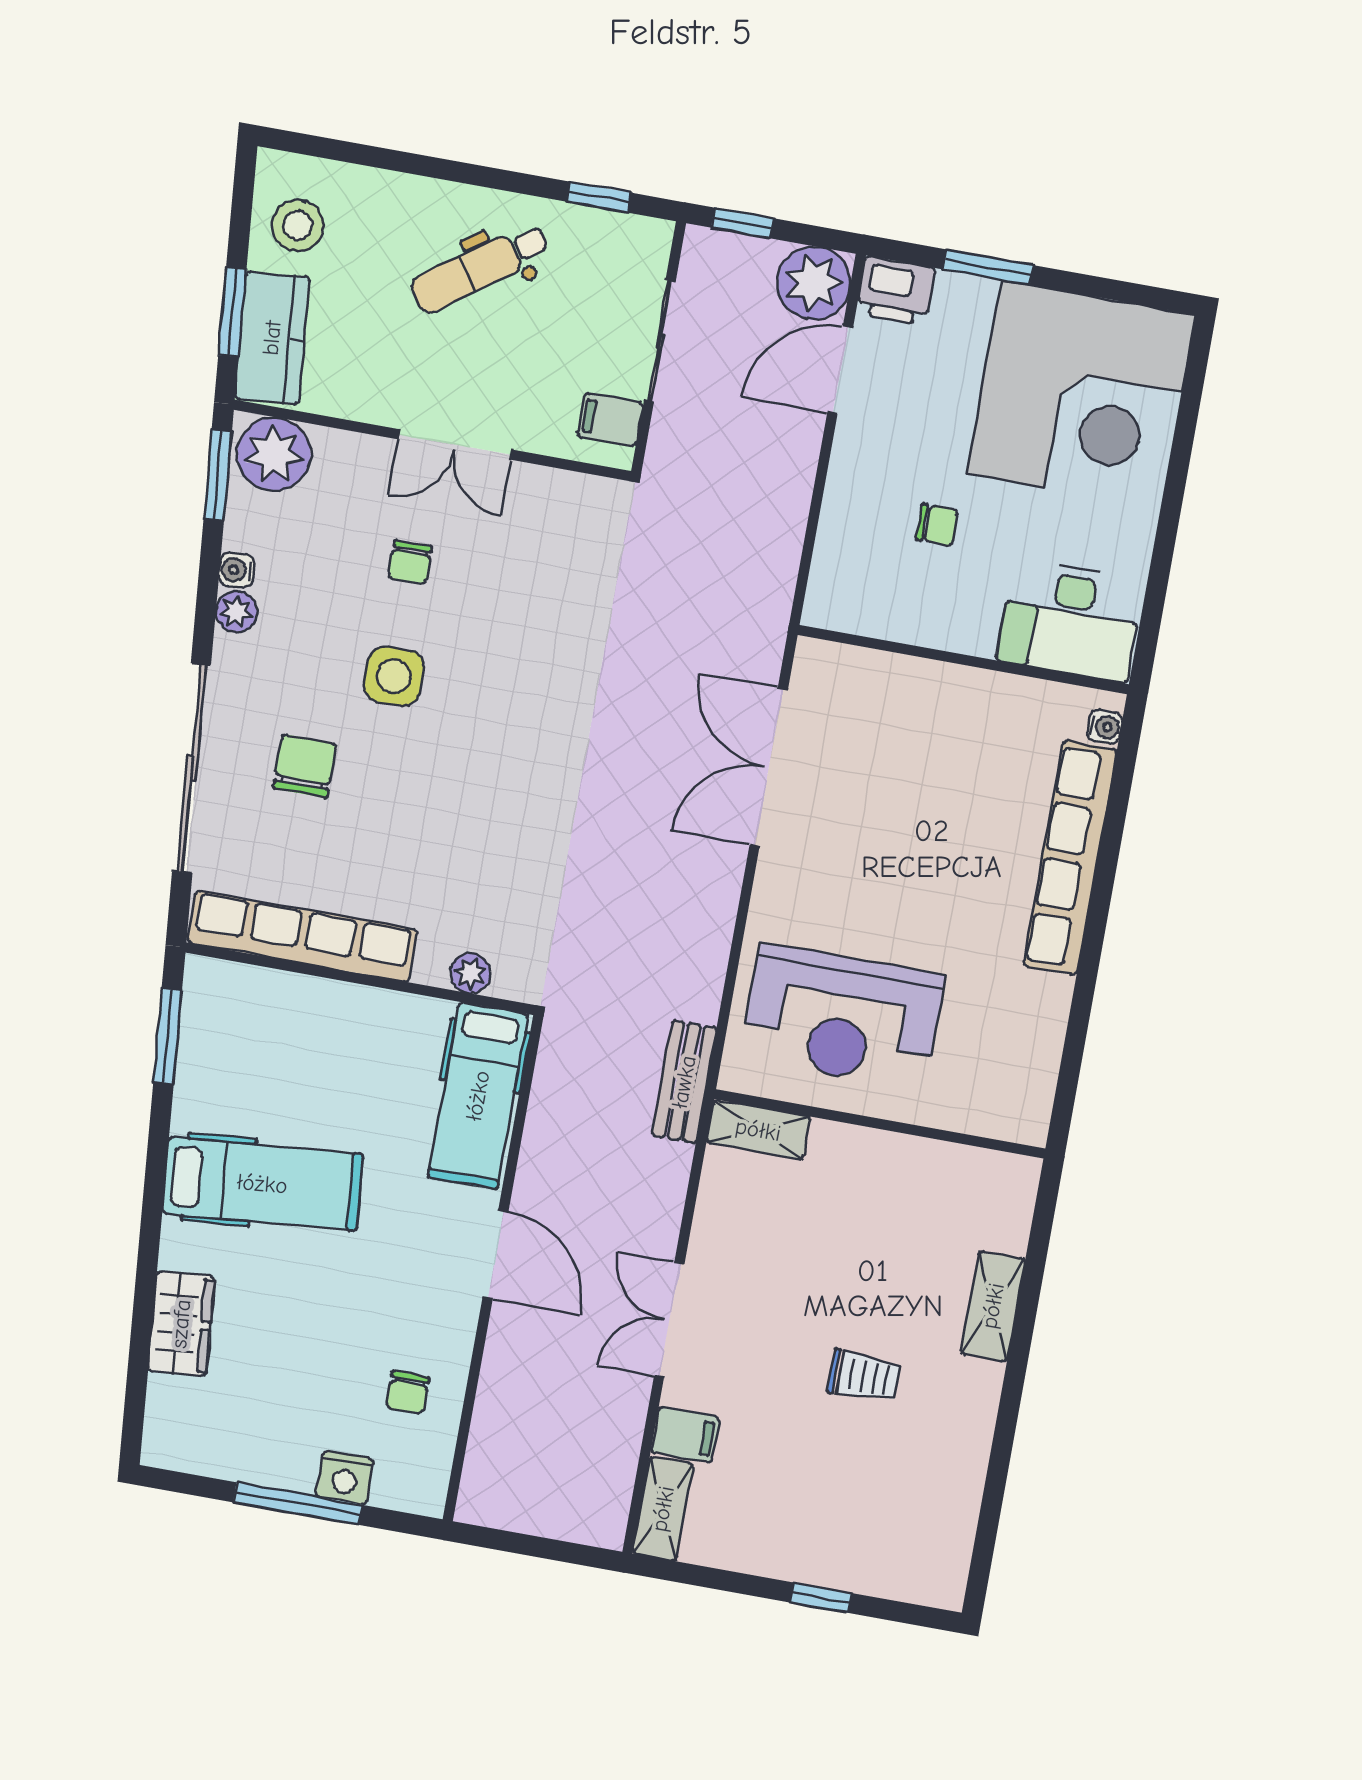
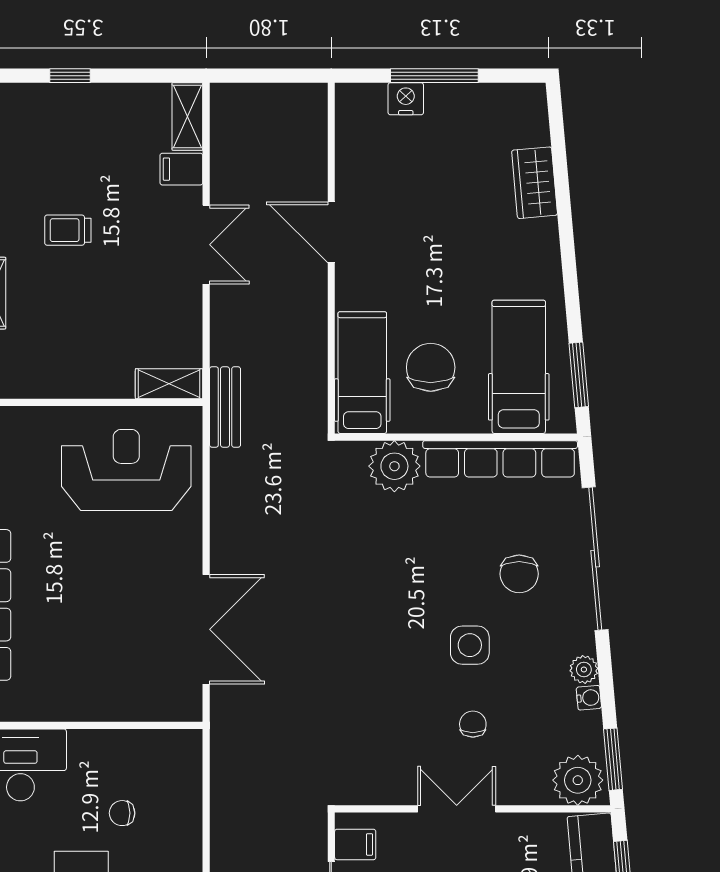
plant: (470, 973) -> (394, 466), width x1.87, depth x1.87
hospital bed: (262, 1184) -> (519, 367), moved, turned 95
door: (495, 1254) -> (331, 232), moved
chair: (408, 1392) -> (431, 367), moved, width x1.87, depth x1.87

